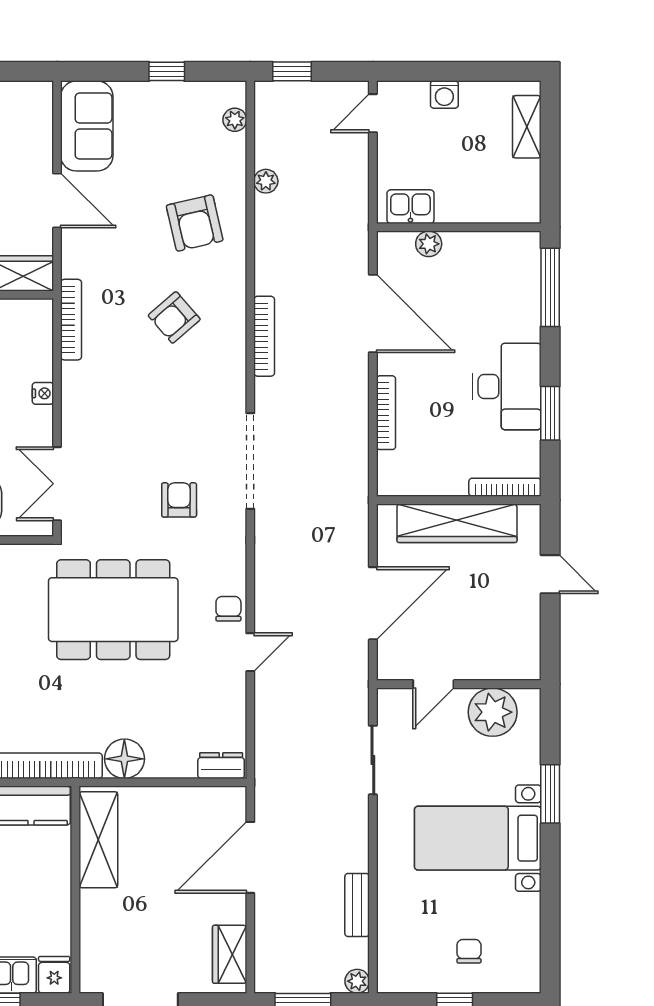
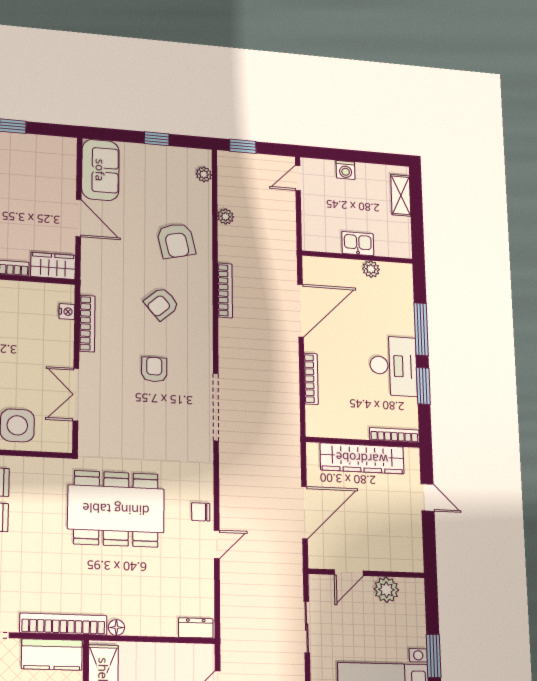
kitchen sink: (410, 207) -> (358, 244), moved
plant: (429, 244) -> (371, 269), moved
window: (550, 287) -> (421, 329), moved
door: (373, 313) -> (301, 310), hinge flipped
bookcase: (71, 320) -> (87, 324), moved
bookcase: (264, 336) -> (225, 290), moved
nightstand: (43, 393) -> (67, 312), moved
double door: (57, 484) -> (76, 395), moved
armchair: (179, 500) -> (154, 370), moved
chair: (228, 609) -> (201, 512), turned -90
plant: (493, 712) -> (386, 590), width x0.73, depth x0.73
floor lamp: (124, 759) -> (116, 627), width x0.53, depth x0.53

